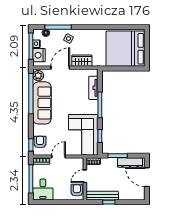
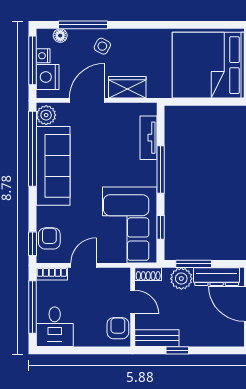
plant: (111, 164) -> (181, 279), added
door: (85, 176) -> (133, 302), swing flipped
bench: (102, 196) -> (157, 338), width x0.73

